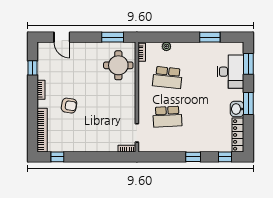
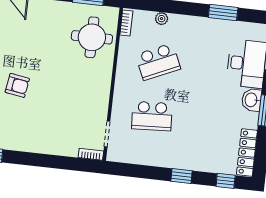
school desk: (167, 77) -> (158, 62), turned -30
washbasin: (237, 109) -> (252, 100), moved

